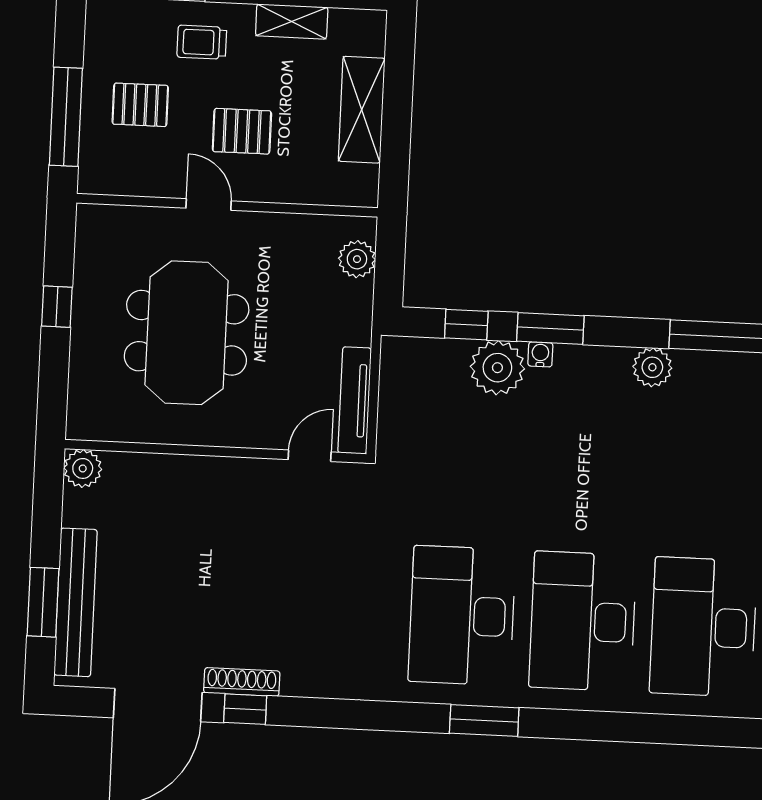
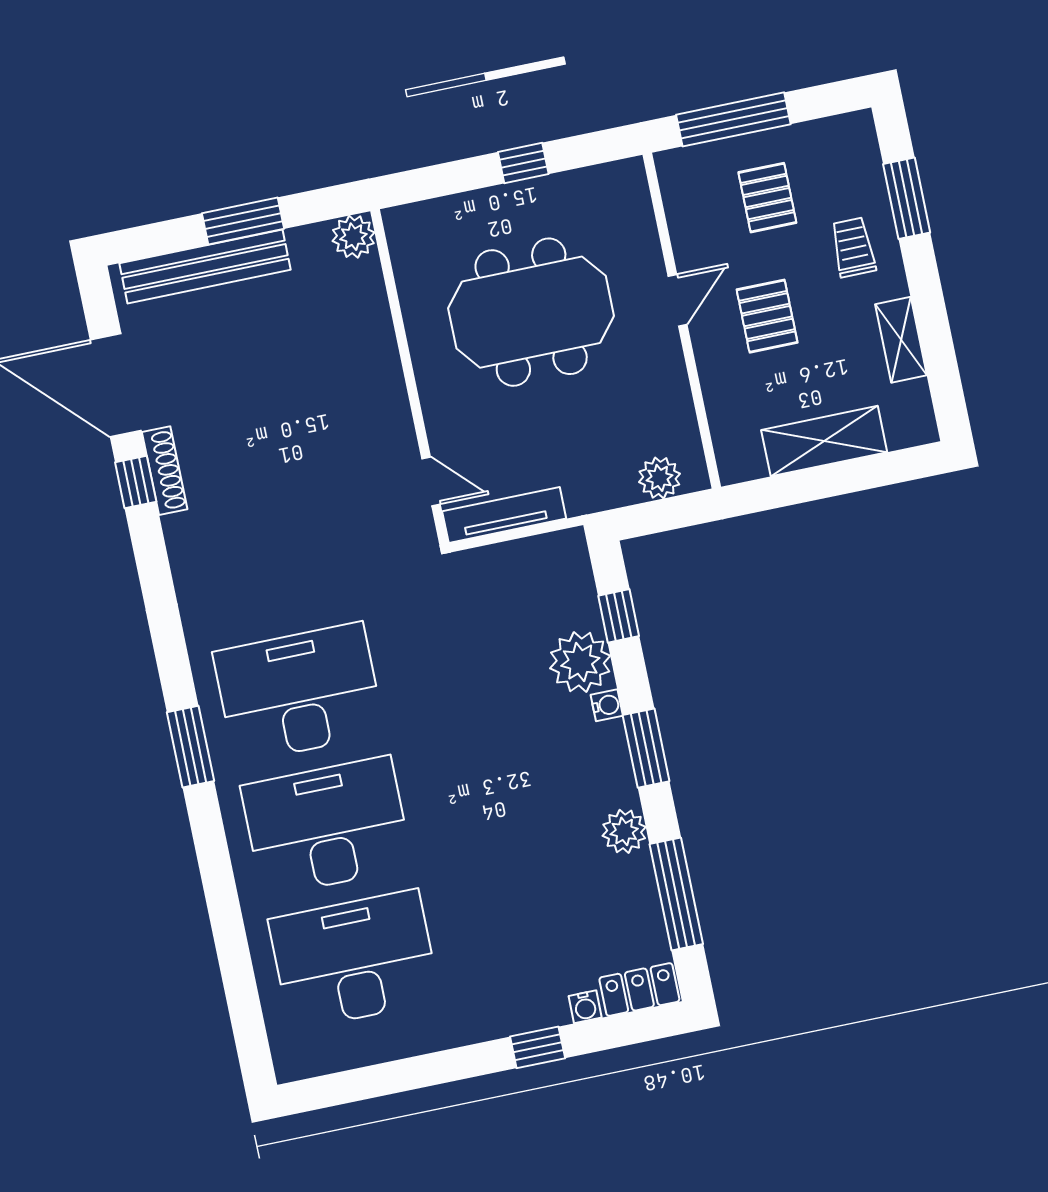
window: (550, 328) -> (646, 748), moved
window: (43, 602) -> (243, 221), moved

